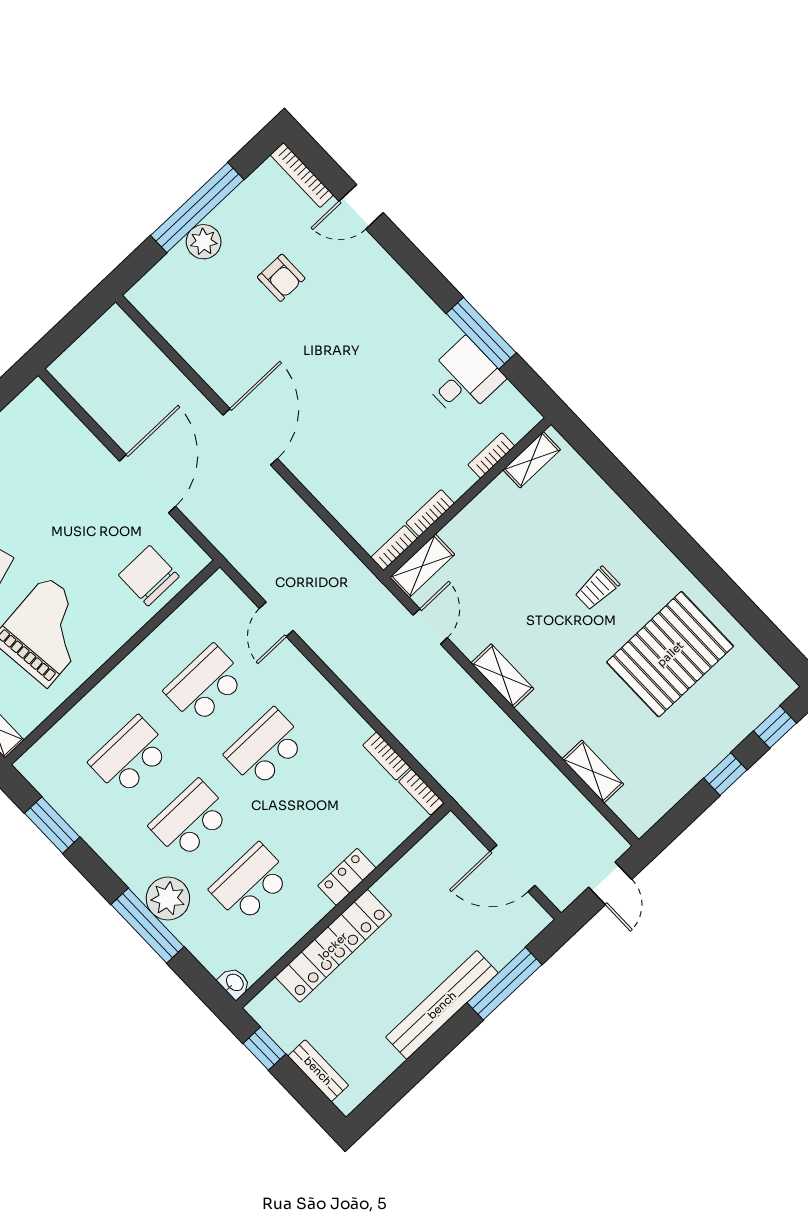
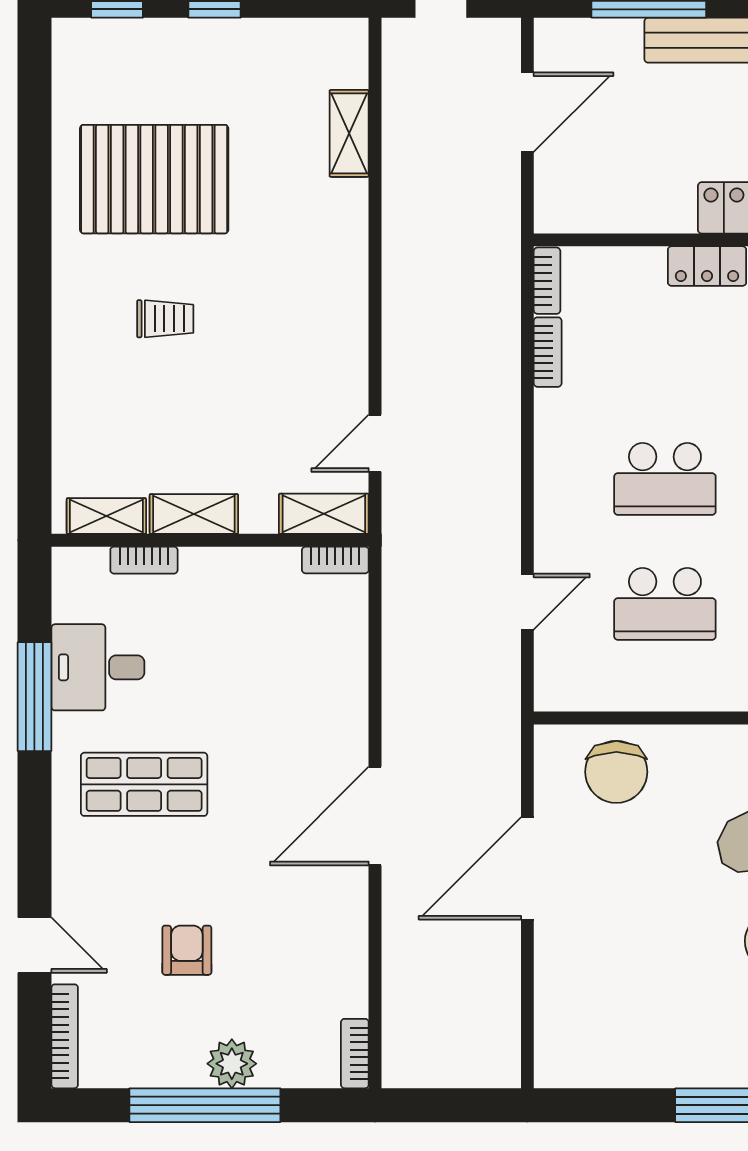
shop shelf: (383, 341) -> (144, 784), added
bookcase: (430, 513) -> (355, 1054), moved, turned 90
shelving: (502, 676) -> (194, 514), moved, turned 90
door: (513, 868) -> (527, 112), hinge flipped

